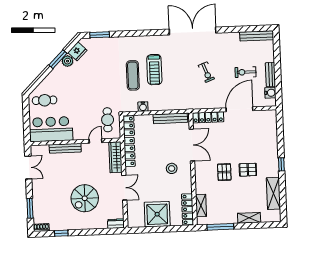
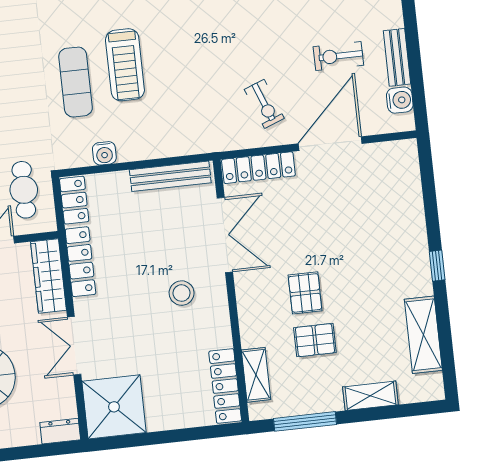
exercise bike: (206, 72) -> (264, 104), moved
pallet: (248, 170) -> (315, 340), moved
double door: (124, 188) -> (74, 346), swing flipped
shower: (157, 214) -> (114, 407), moved

